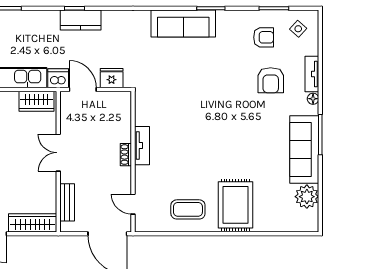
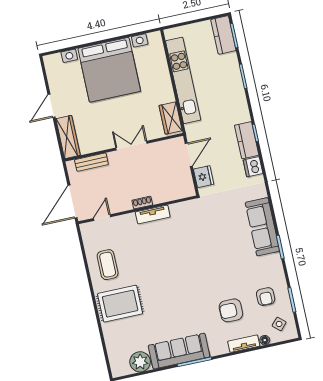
dishwasher: (58, 78) -> (253, 167), moved, turned 180
floor lamp: (313, 99) -> (265, 340), moved

